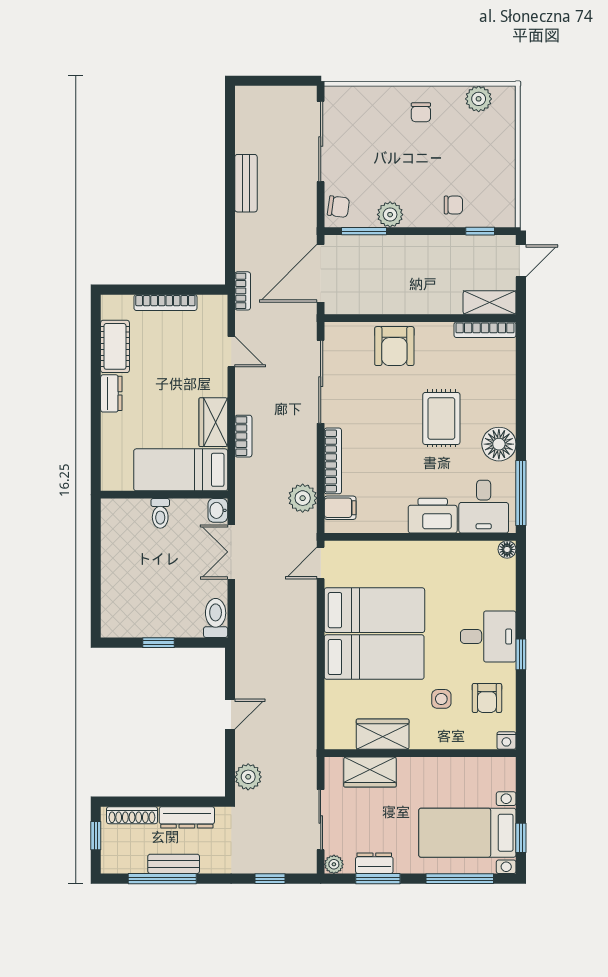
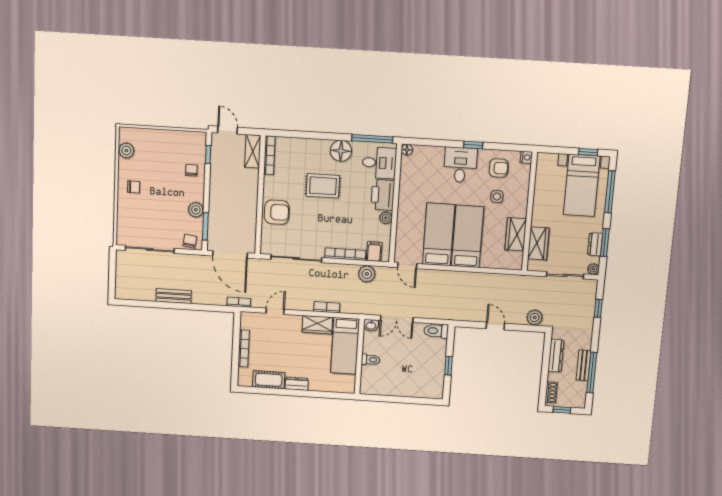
plant: (396, 523) -> (386, 218), added
shoe rack: (132, 815) -> (551, 392), width x0.70

